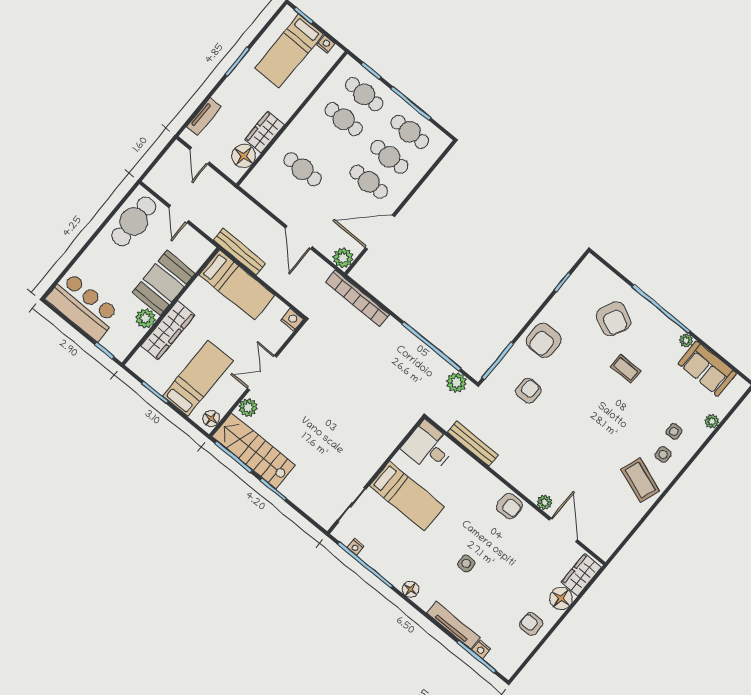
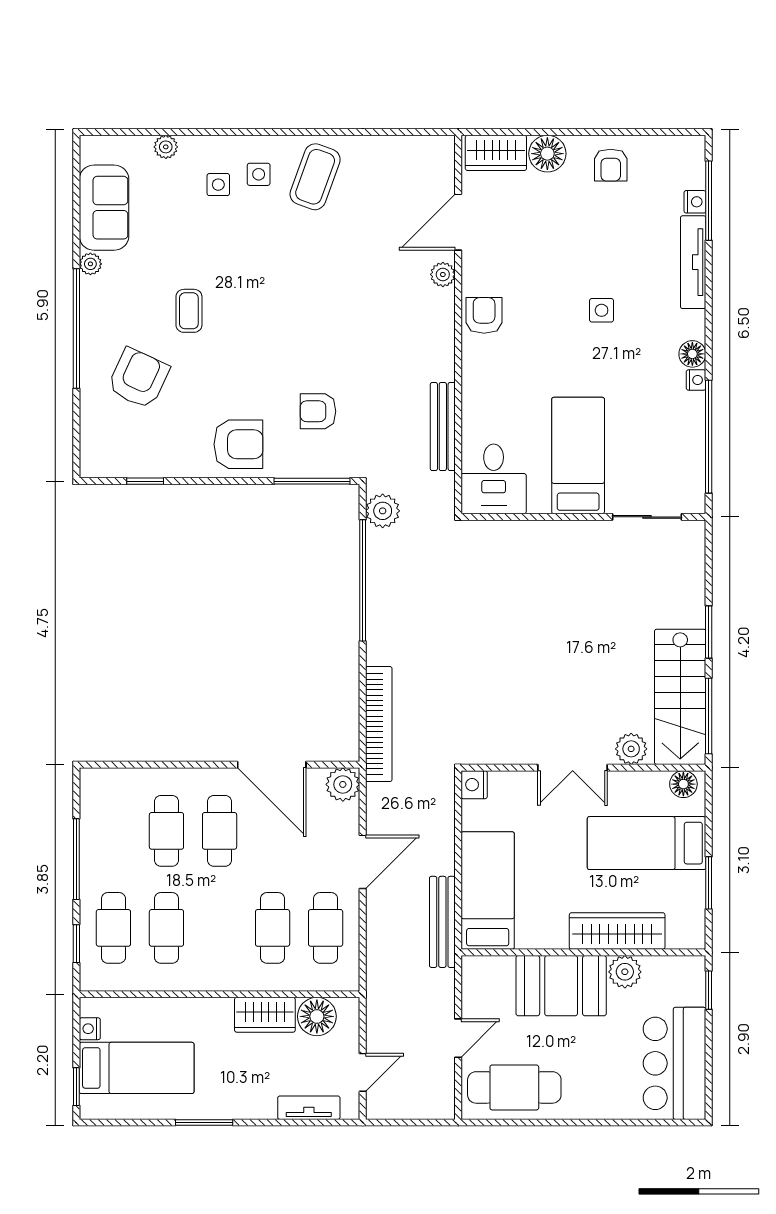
cafe table: (410, 132) -> (326, 928), moved
nightstand: (356, 547) -> (696, 380), moved

